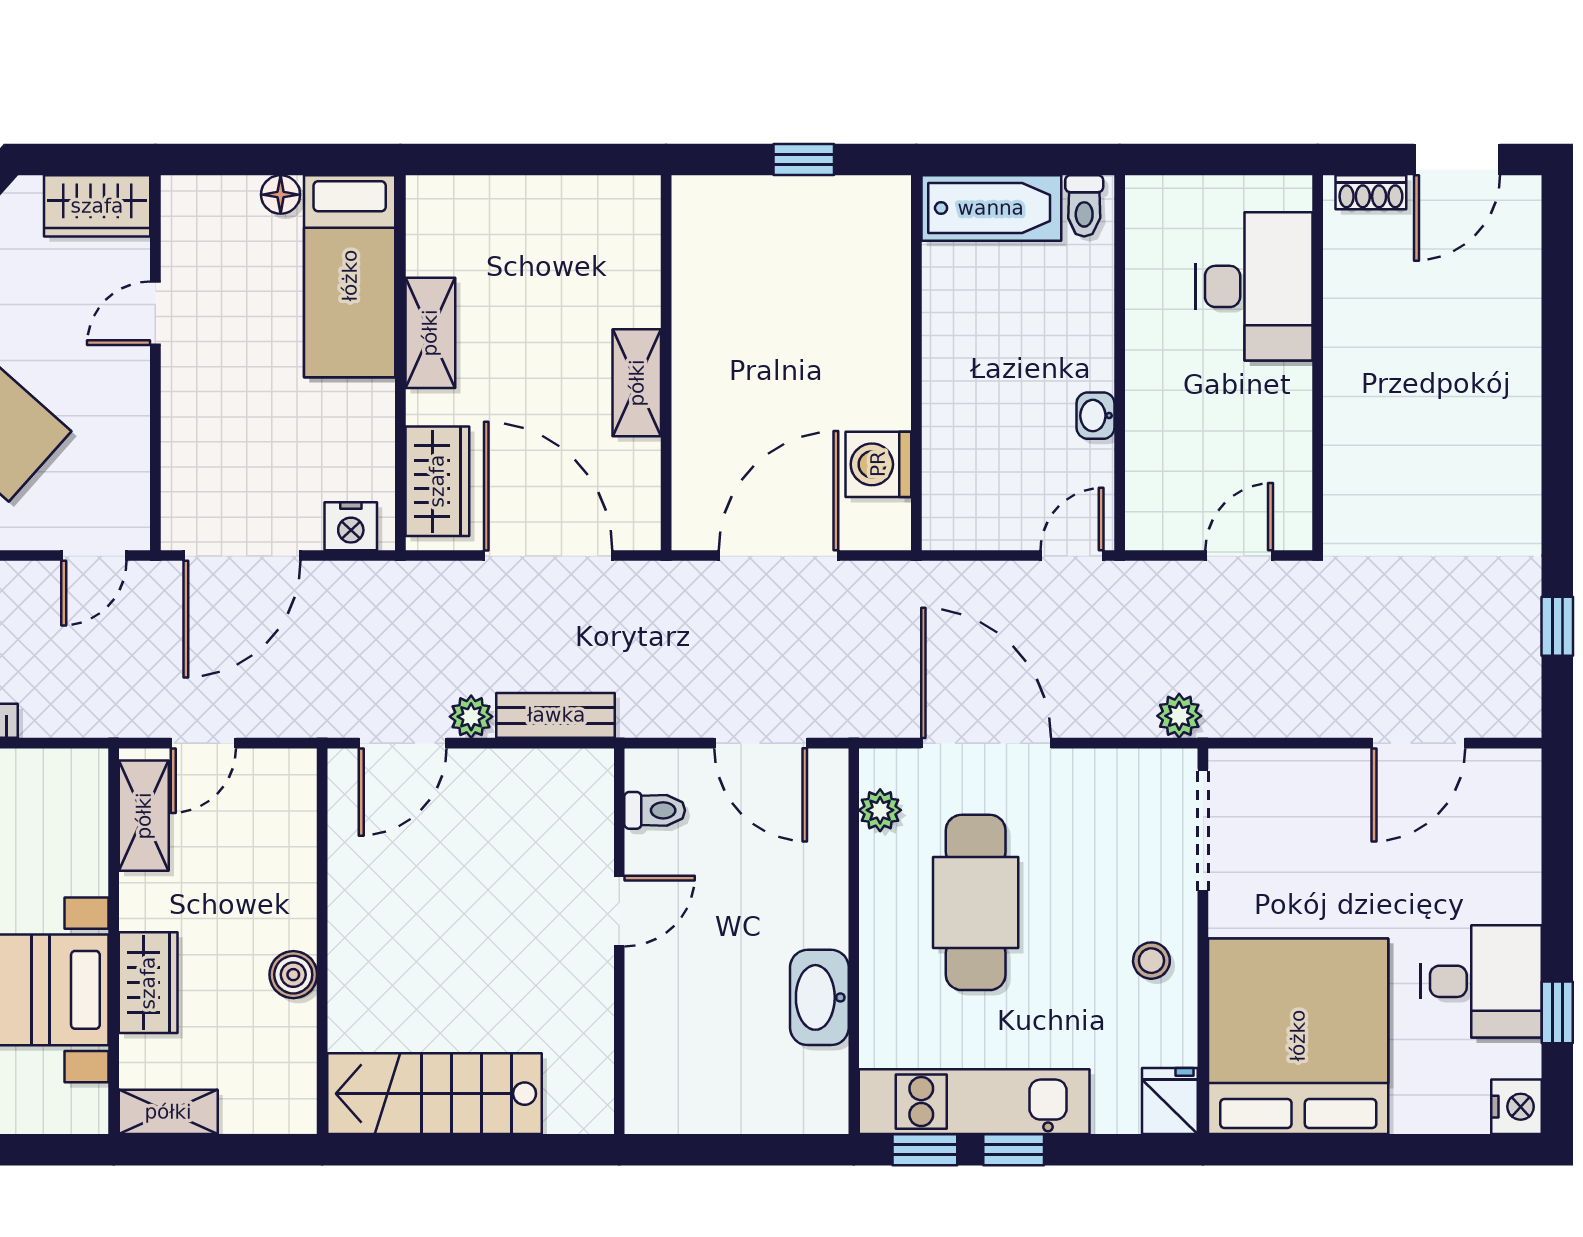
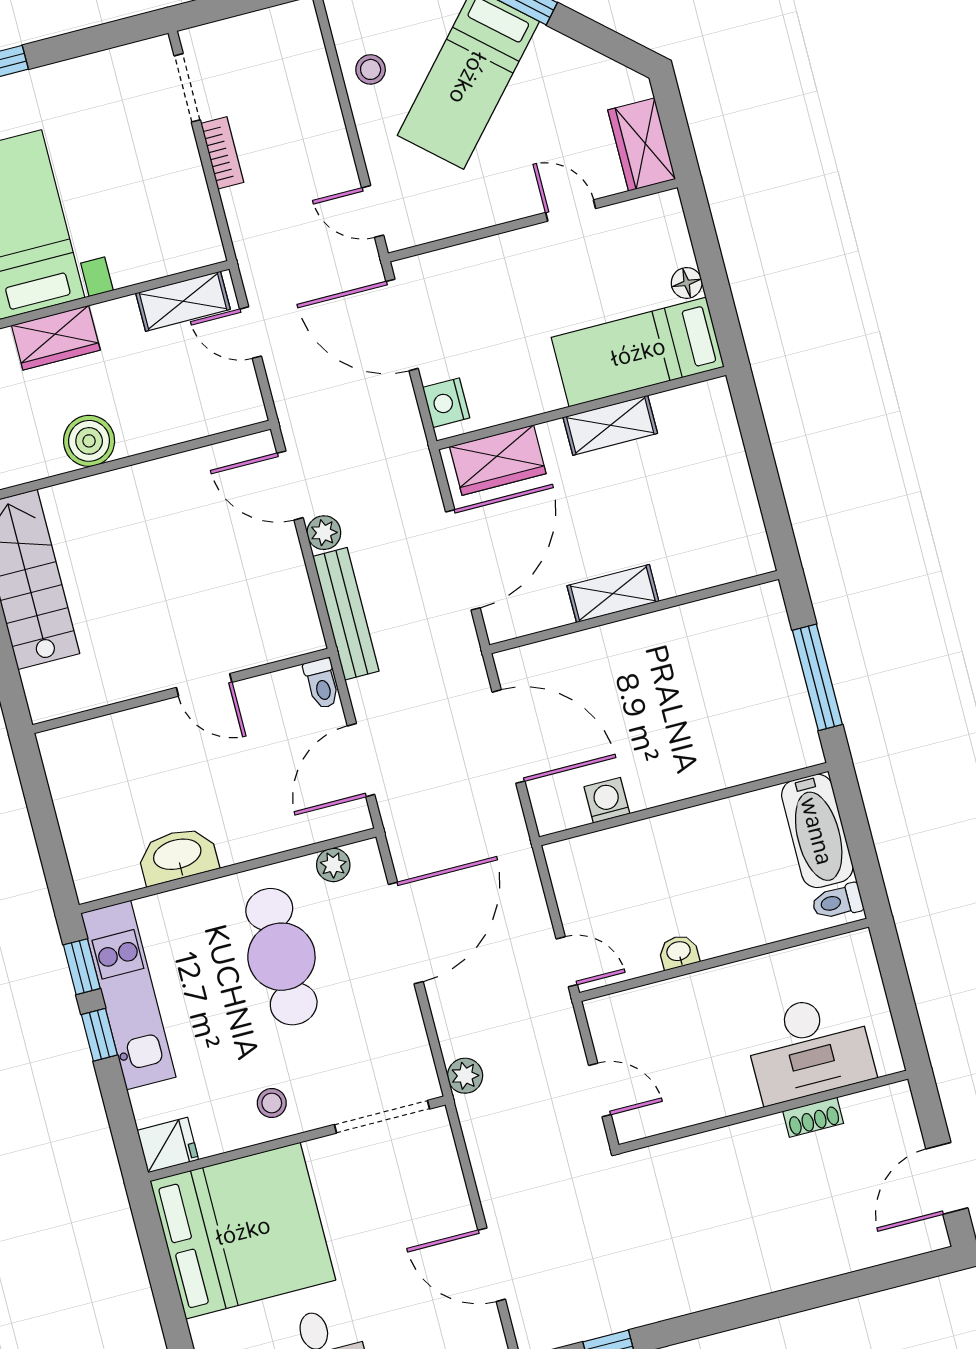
window: (804, 159) -> (817, 677), width x2.17
door: (1457, 159) -> (947, 1178), hinge flipped
shoe rack: (1371, 192) -> (813, 1117), moved, turned -90
washing machine: (878, 464) -> (607, 800), width x0.73, depth x0.73
bench: (556, 715) -> (346, 614), width x1.36
toilet: (655, 810) -> (322, 683), moved
cafe table: (976, 902) -> (281, 957), turned 90
boiler: (293, 975) -> (89, 441), width x1.36, depth x1.36

